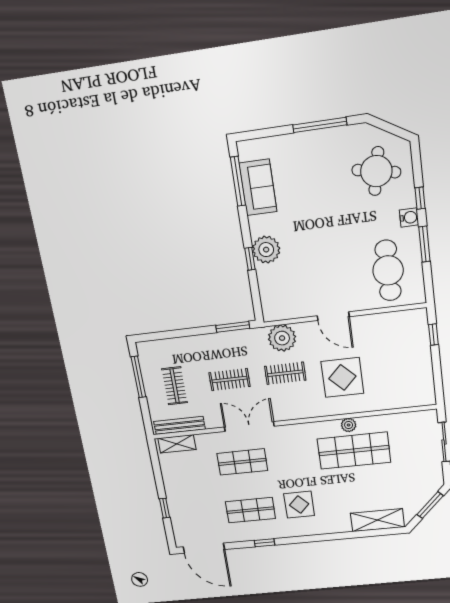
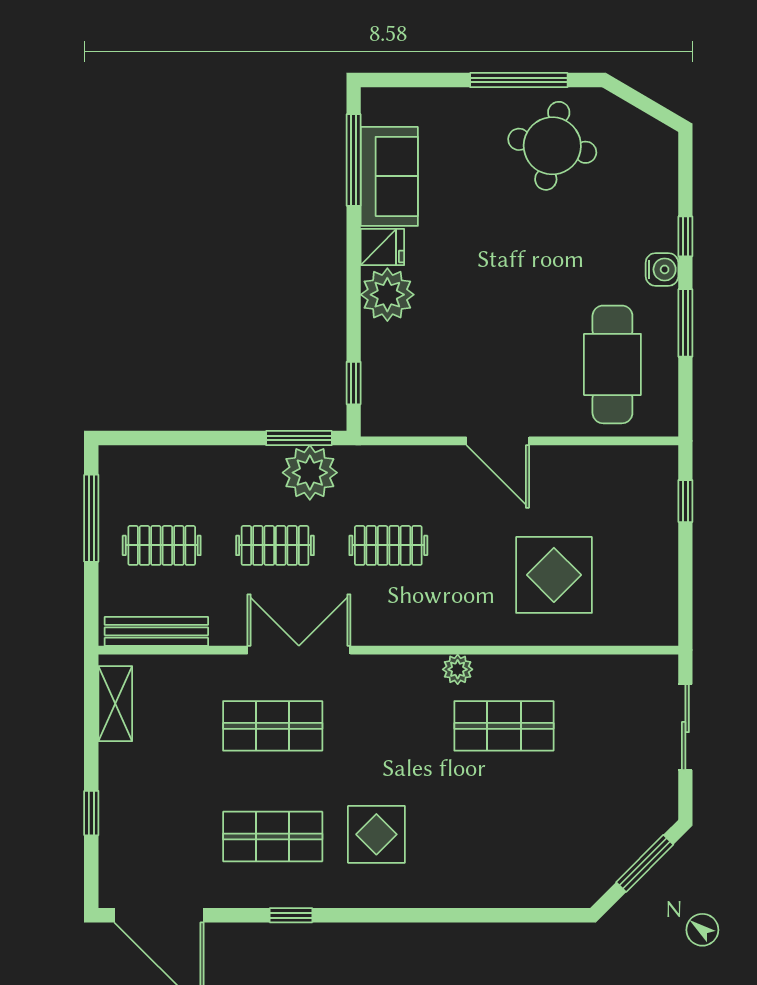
round table: (376, 171) -> (552, 146), moved
fridge: (260, 225) -> (382, 247), added
window: (250, 259) -> (354, 383), moved
plant: (282, 338) -> (310, 473), moved
display table: (342, 377) -> (554, 575), moved
clothes rail: (175, 386) -> (162, 545), turned 90
plant: (349, 425) -> (458, 669), moved
shelving: (177, 444) -> (115, 704), moved, turned 90
shop shelf: (354, 451) -> (504, 726), width x0.70, depth x0.74
shelving: (377, 520) -> (534, 887), removed

